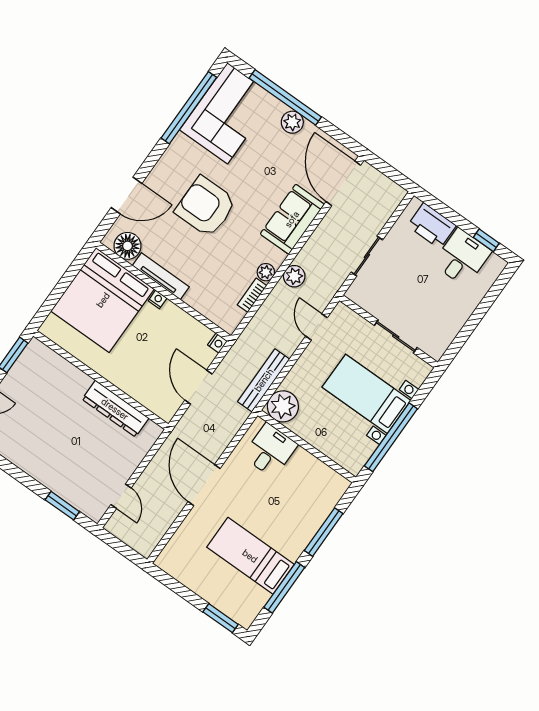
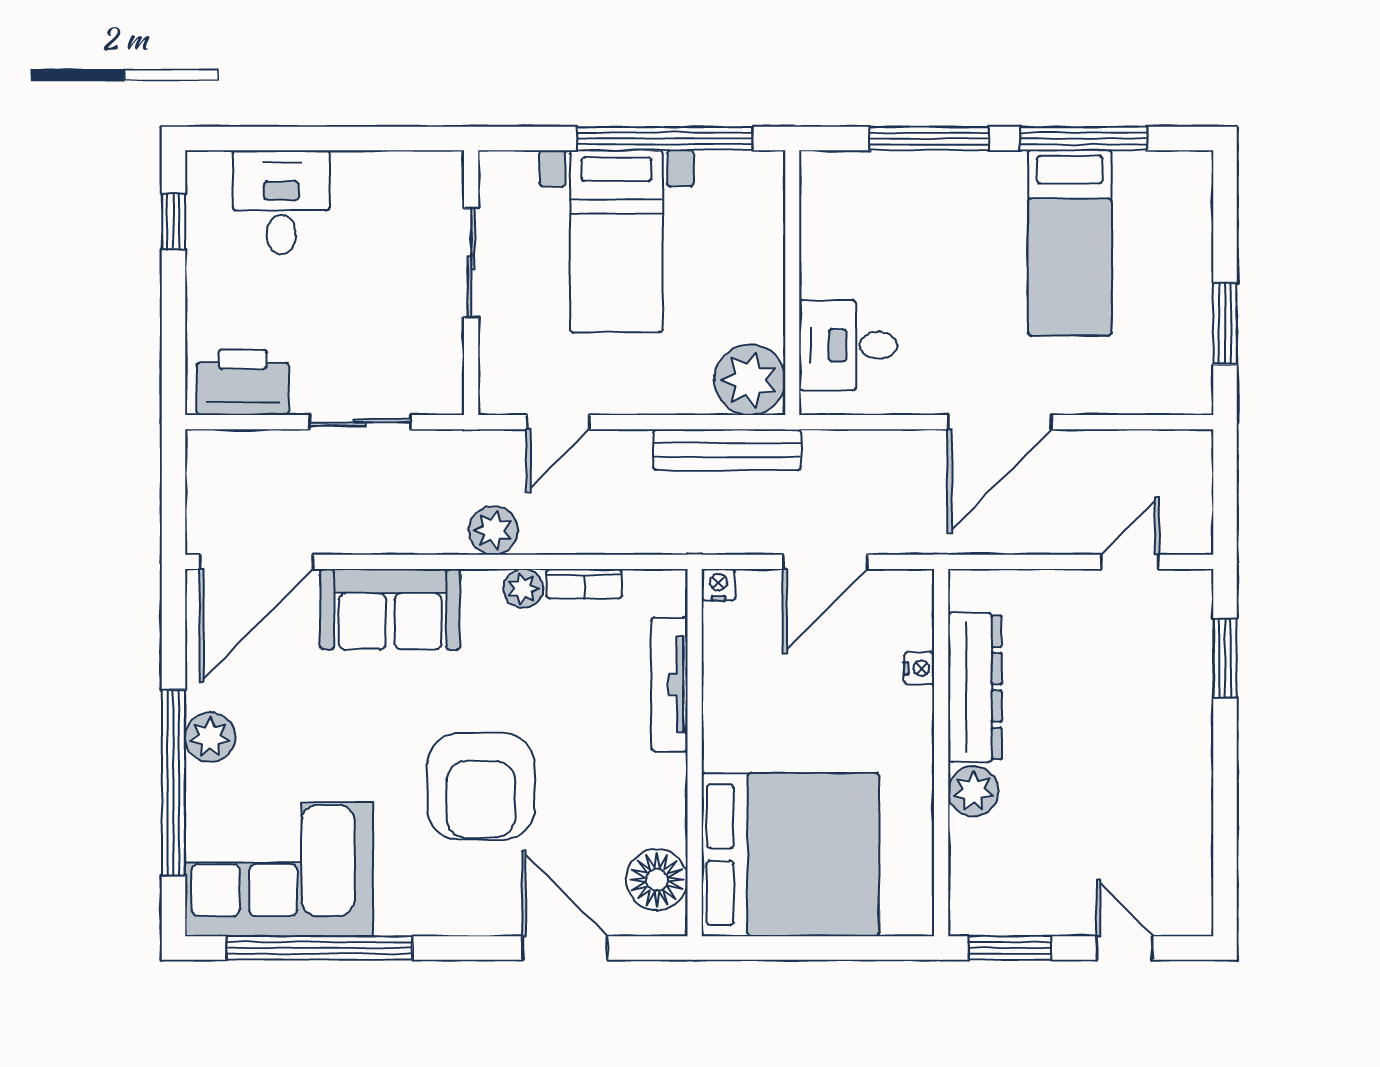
printer: (432, 226) -> (243, 382), moved, turned -90
desk: (462, 257) -> (281, 202), moved, turned 90
tv unit: (161, 276) -> (669, 684), moved
nightstand: (158, 299) -> (919, 668), moved, turned 180
plant: (79, 382) -> (973, 791), added
window: (221, 618) -> (1225, 323), moved

